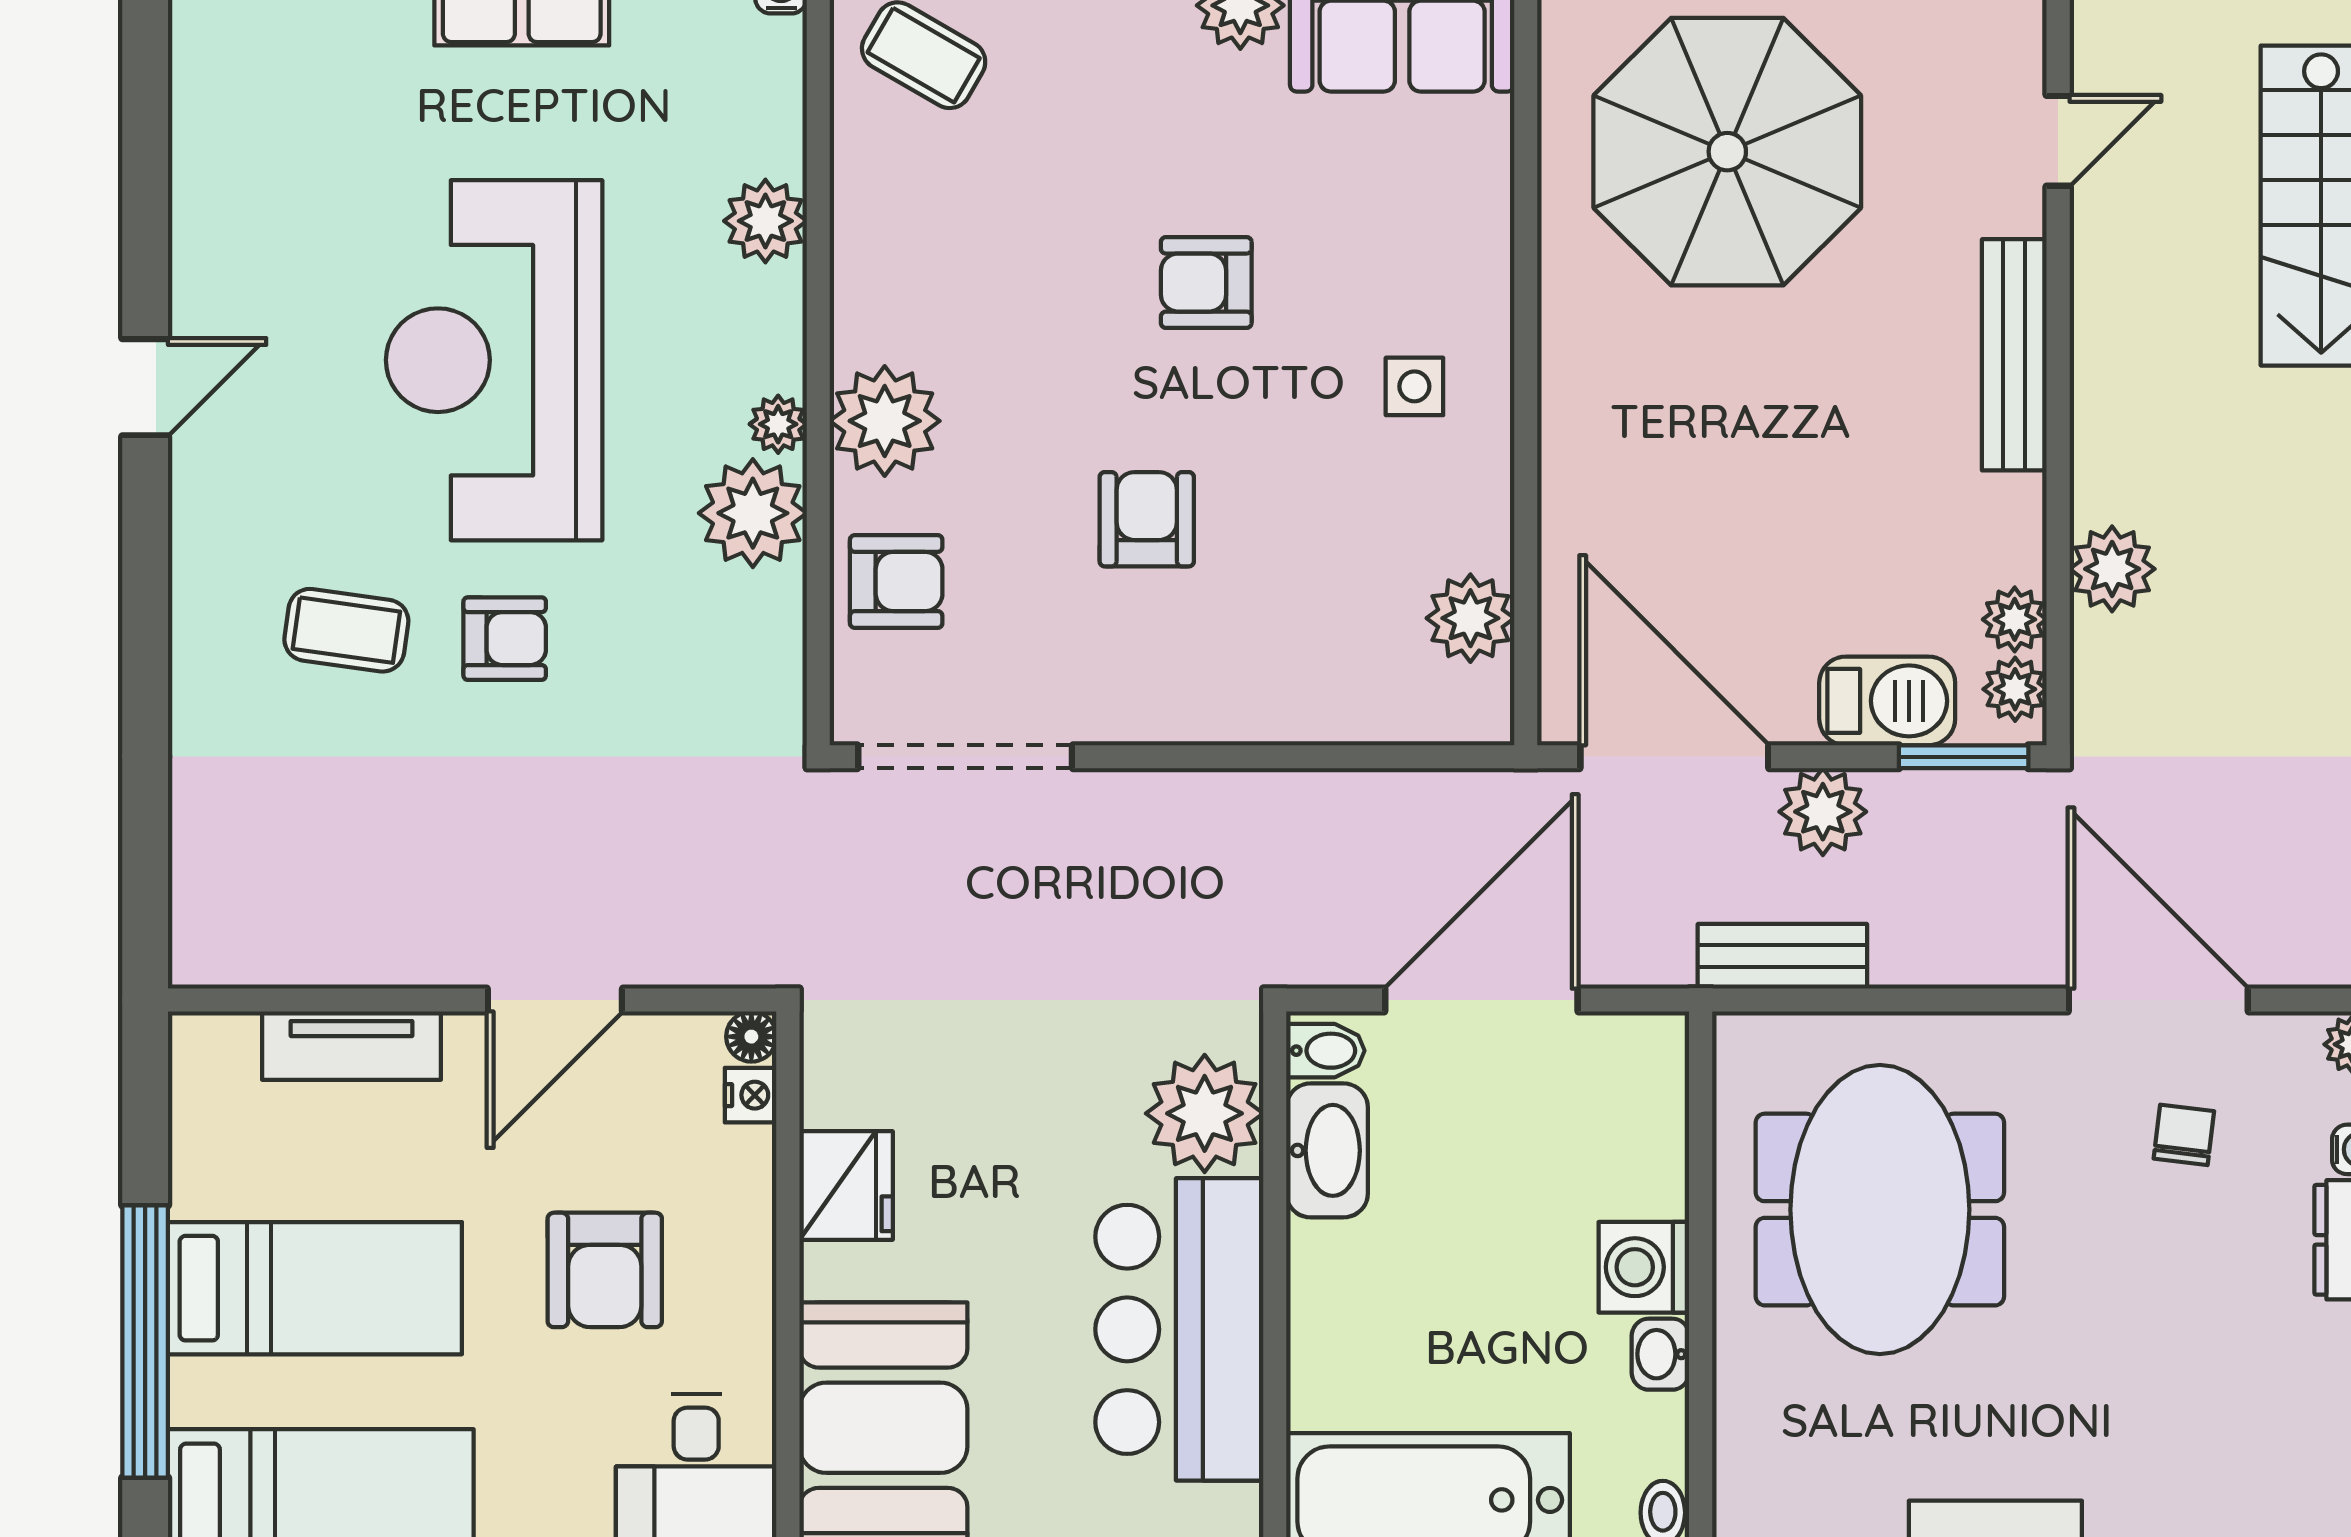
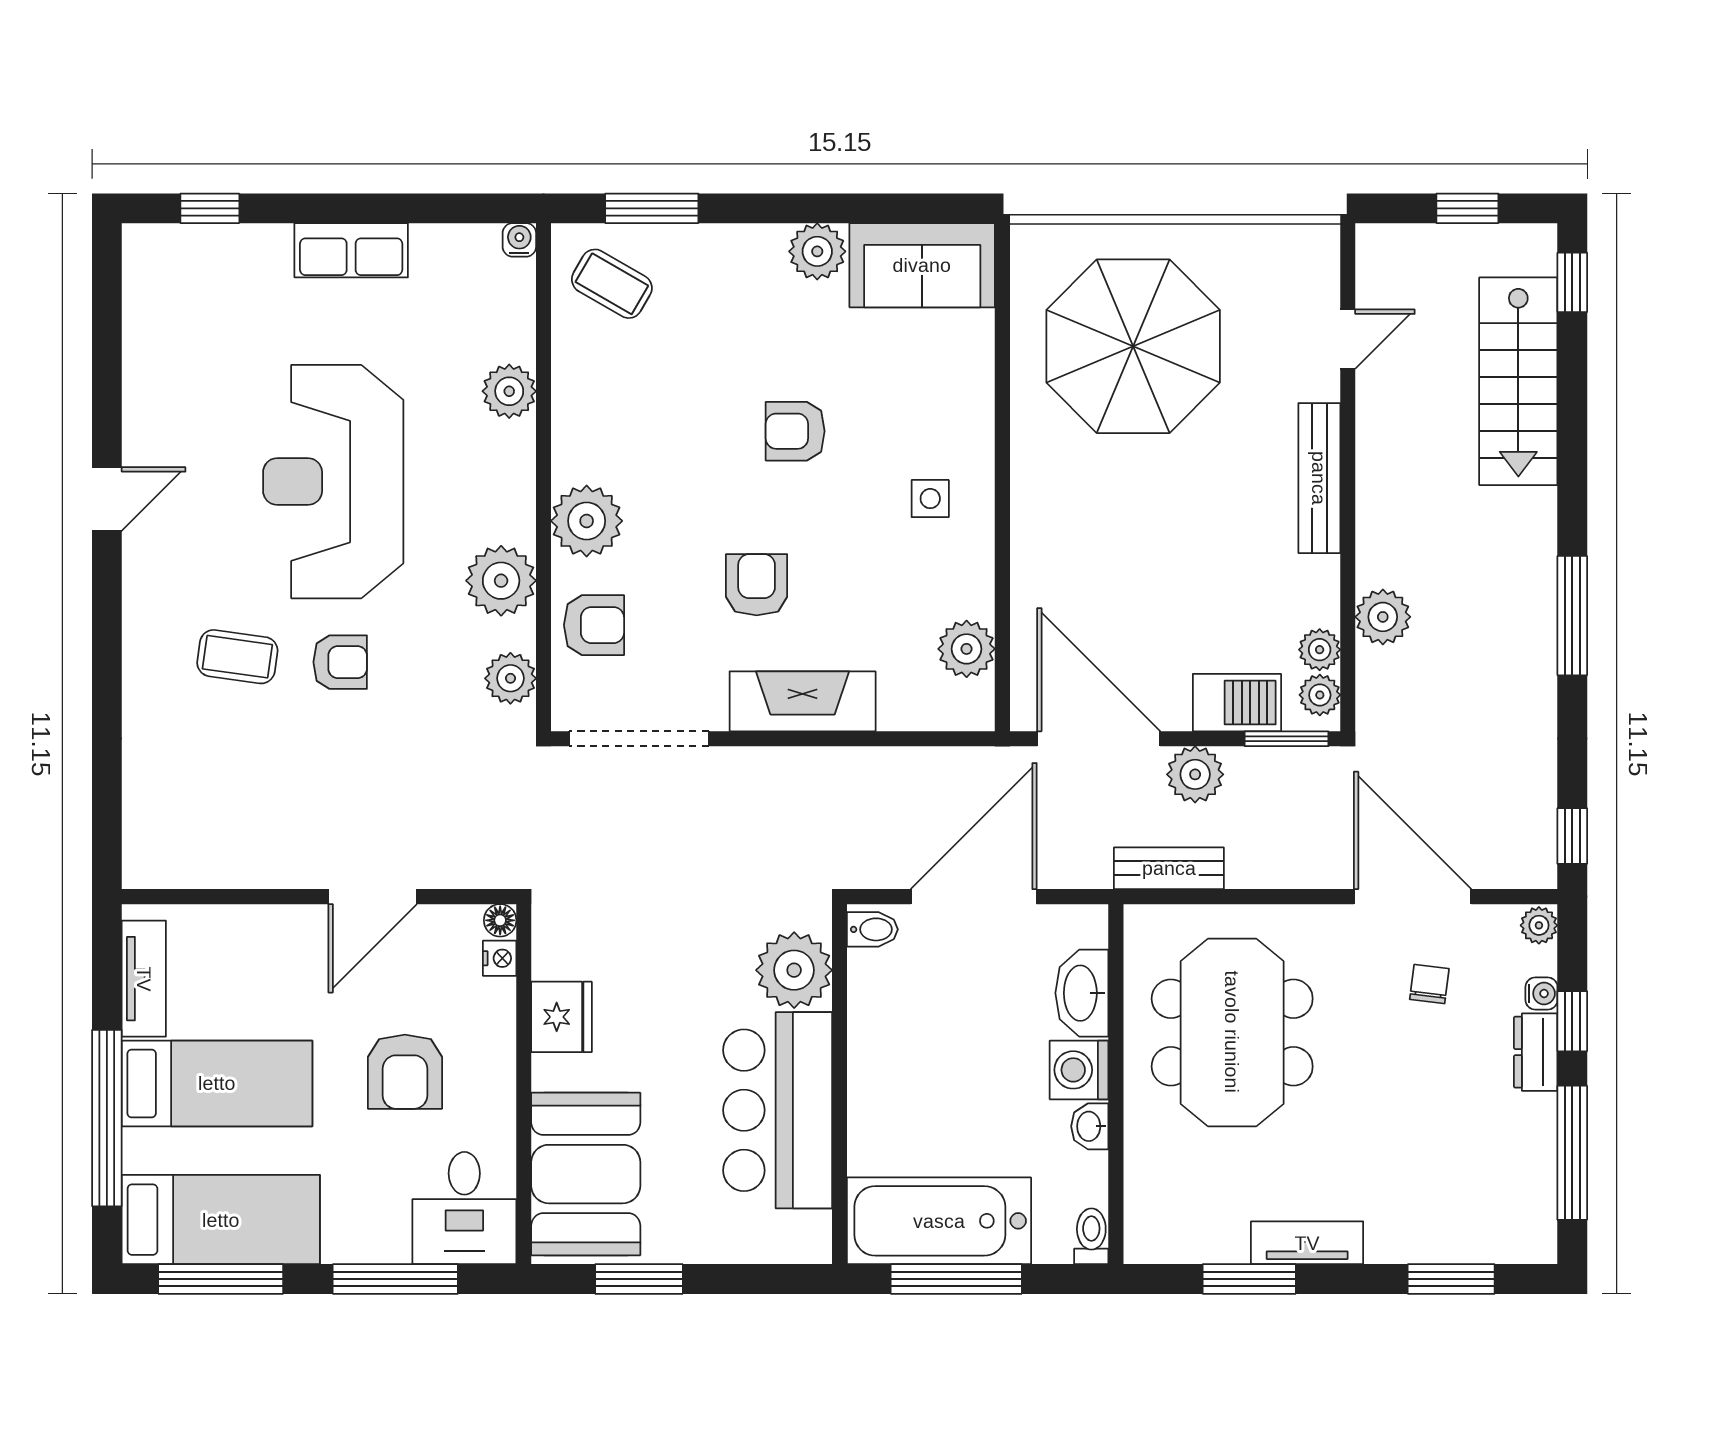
plant: (778, 424) -> (510, 678), moved, width x1.38, depth x1.38
fireplace: (1218, 699) -> (803, 701), added
tv unit: (352, 1046) -> (144, 979), moved, turned -90
washbasin: (1327, 1150) -> (1082, 993), moved, turned 180

